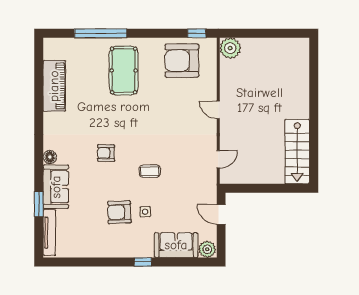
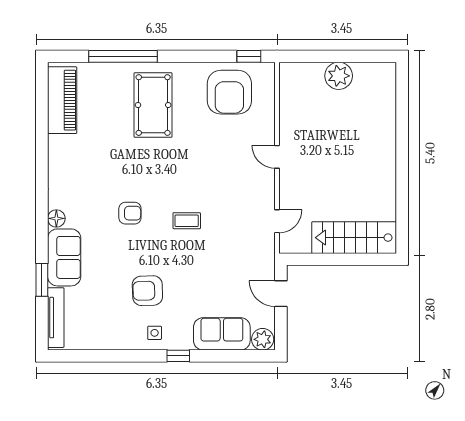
plant: (230, 48) -> (339, 76), moved
armchair: (182, 61) -> (229, 92), turned -90
piano: (54, 86) -> (62, 100), moved
stairs: (297, 152) -> (354, 238), moved, turned 90
armchair: (106, 153) -> (130, 213), turned 180
coffee table: (150, 171) -> (187, 221), moved
side table: (145, 212) -> (155, 333), moved

